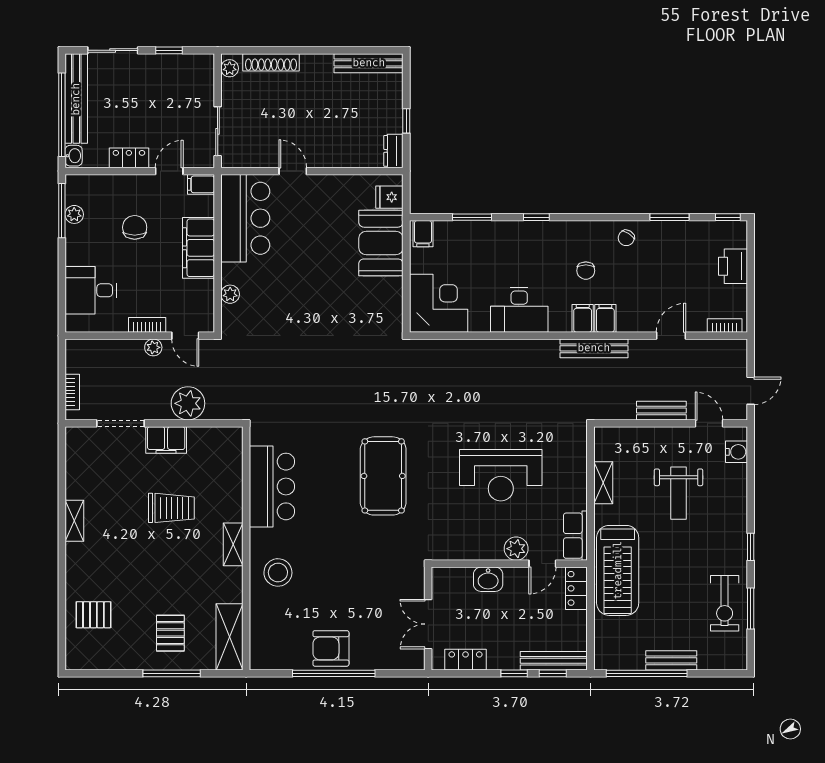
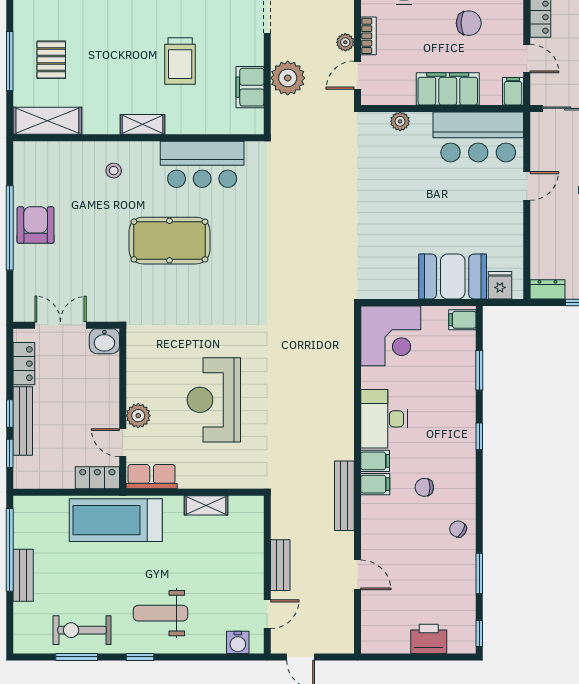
filing cabinet: (605, 318) -> (375, 461), moved
bookcase: (725, 325) -> (368, 630), removed
filing cabinet: (166, 440) -> (250, 87), moved
pool table: (383, 476) -> (169, 241), moved
weight bench: (679, 493) -> (160, 613), moved
stool: (278, 572) -> (114, 171), width x0.53, depth x0.53
washbasin: (488, 579) -> (104, 341), moved, turned -90
pallet: (170, 633) -> (51, 60), turned 90
bench: (554, 661) -> (23, 421), moved

